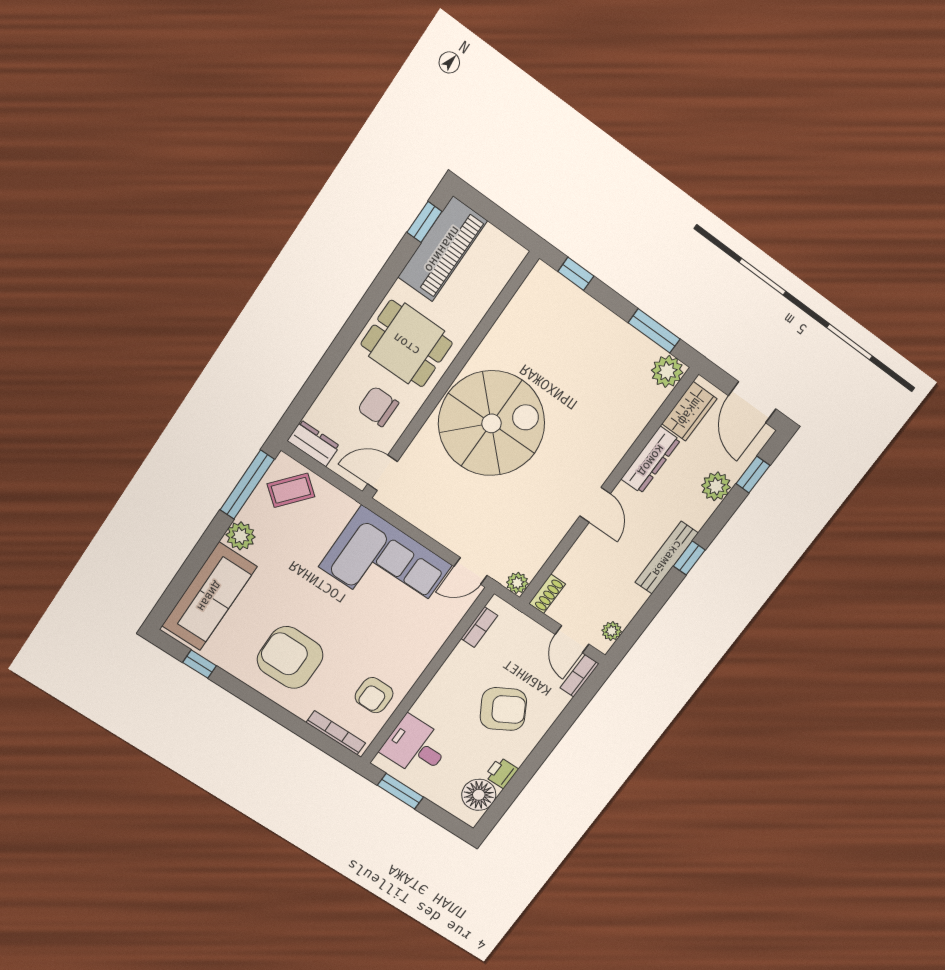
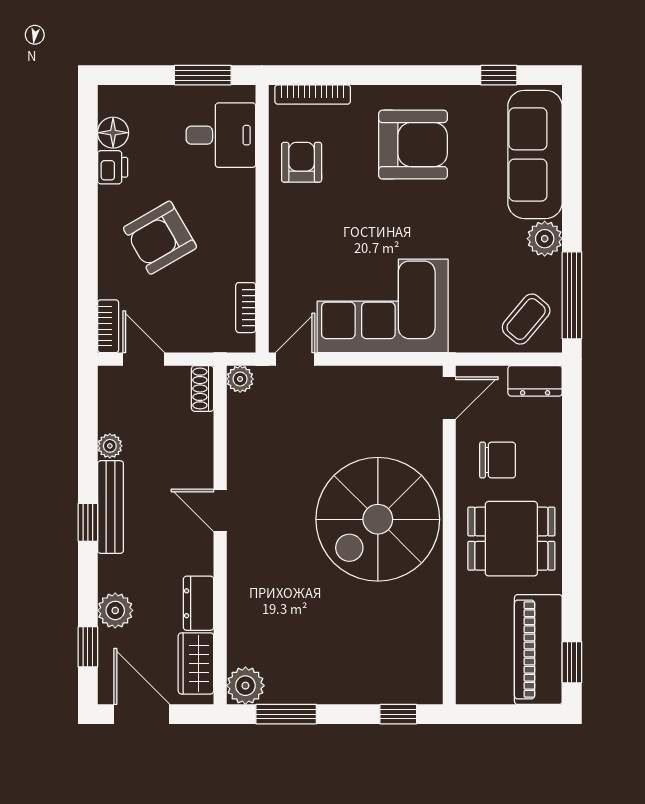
dresser: (651, 460) -> (199, 603), width x0.70
plant: (612, 631) -> (110, 446), moved
floor lamp: (479, 795) -> (113, 133), width x0.73, depth x0.73

